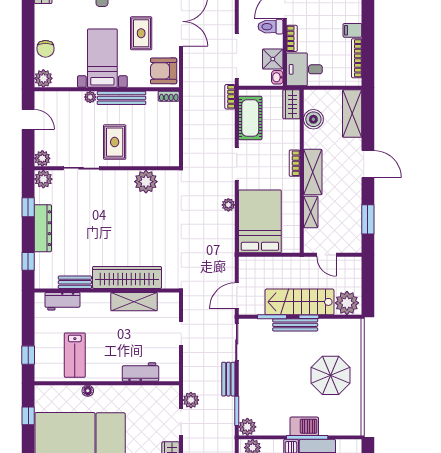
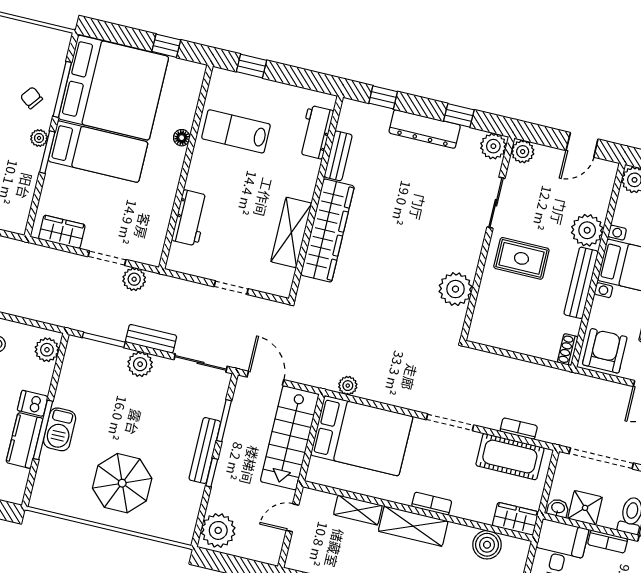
plant: (90, 97) -> (587, 230), width x1.87, depth x1.87
bookcase: (230, 97) -> (519, 429), moved
plant: (228, 205) -> (348, 386), moved
stairs: (300, 302) -> (290, 438), moved, turned 180
plant: (247, 427) -> (140, 364), moved

